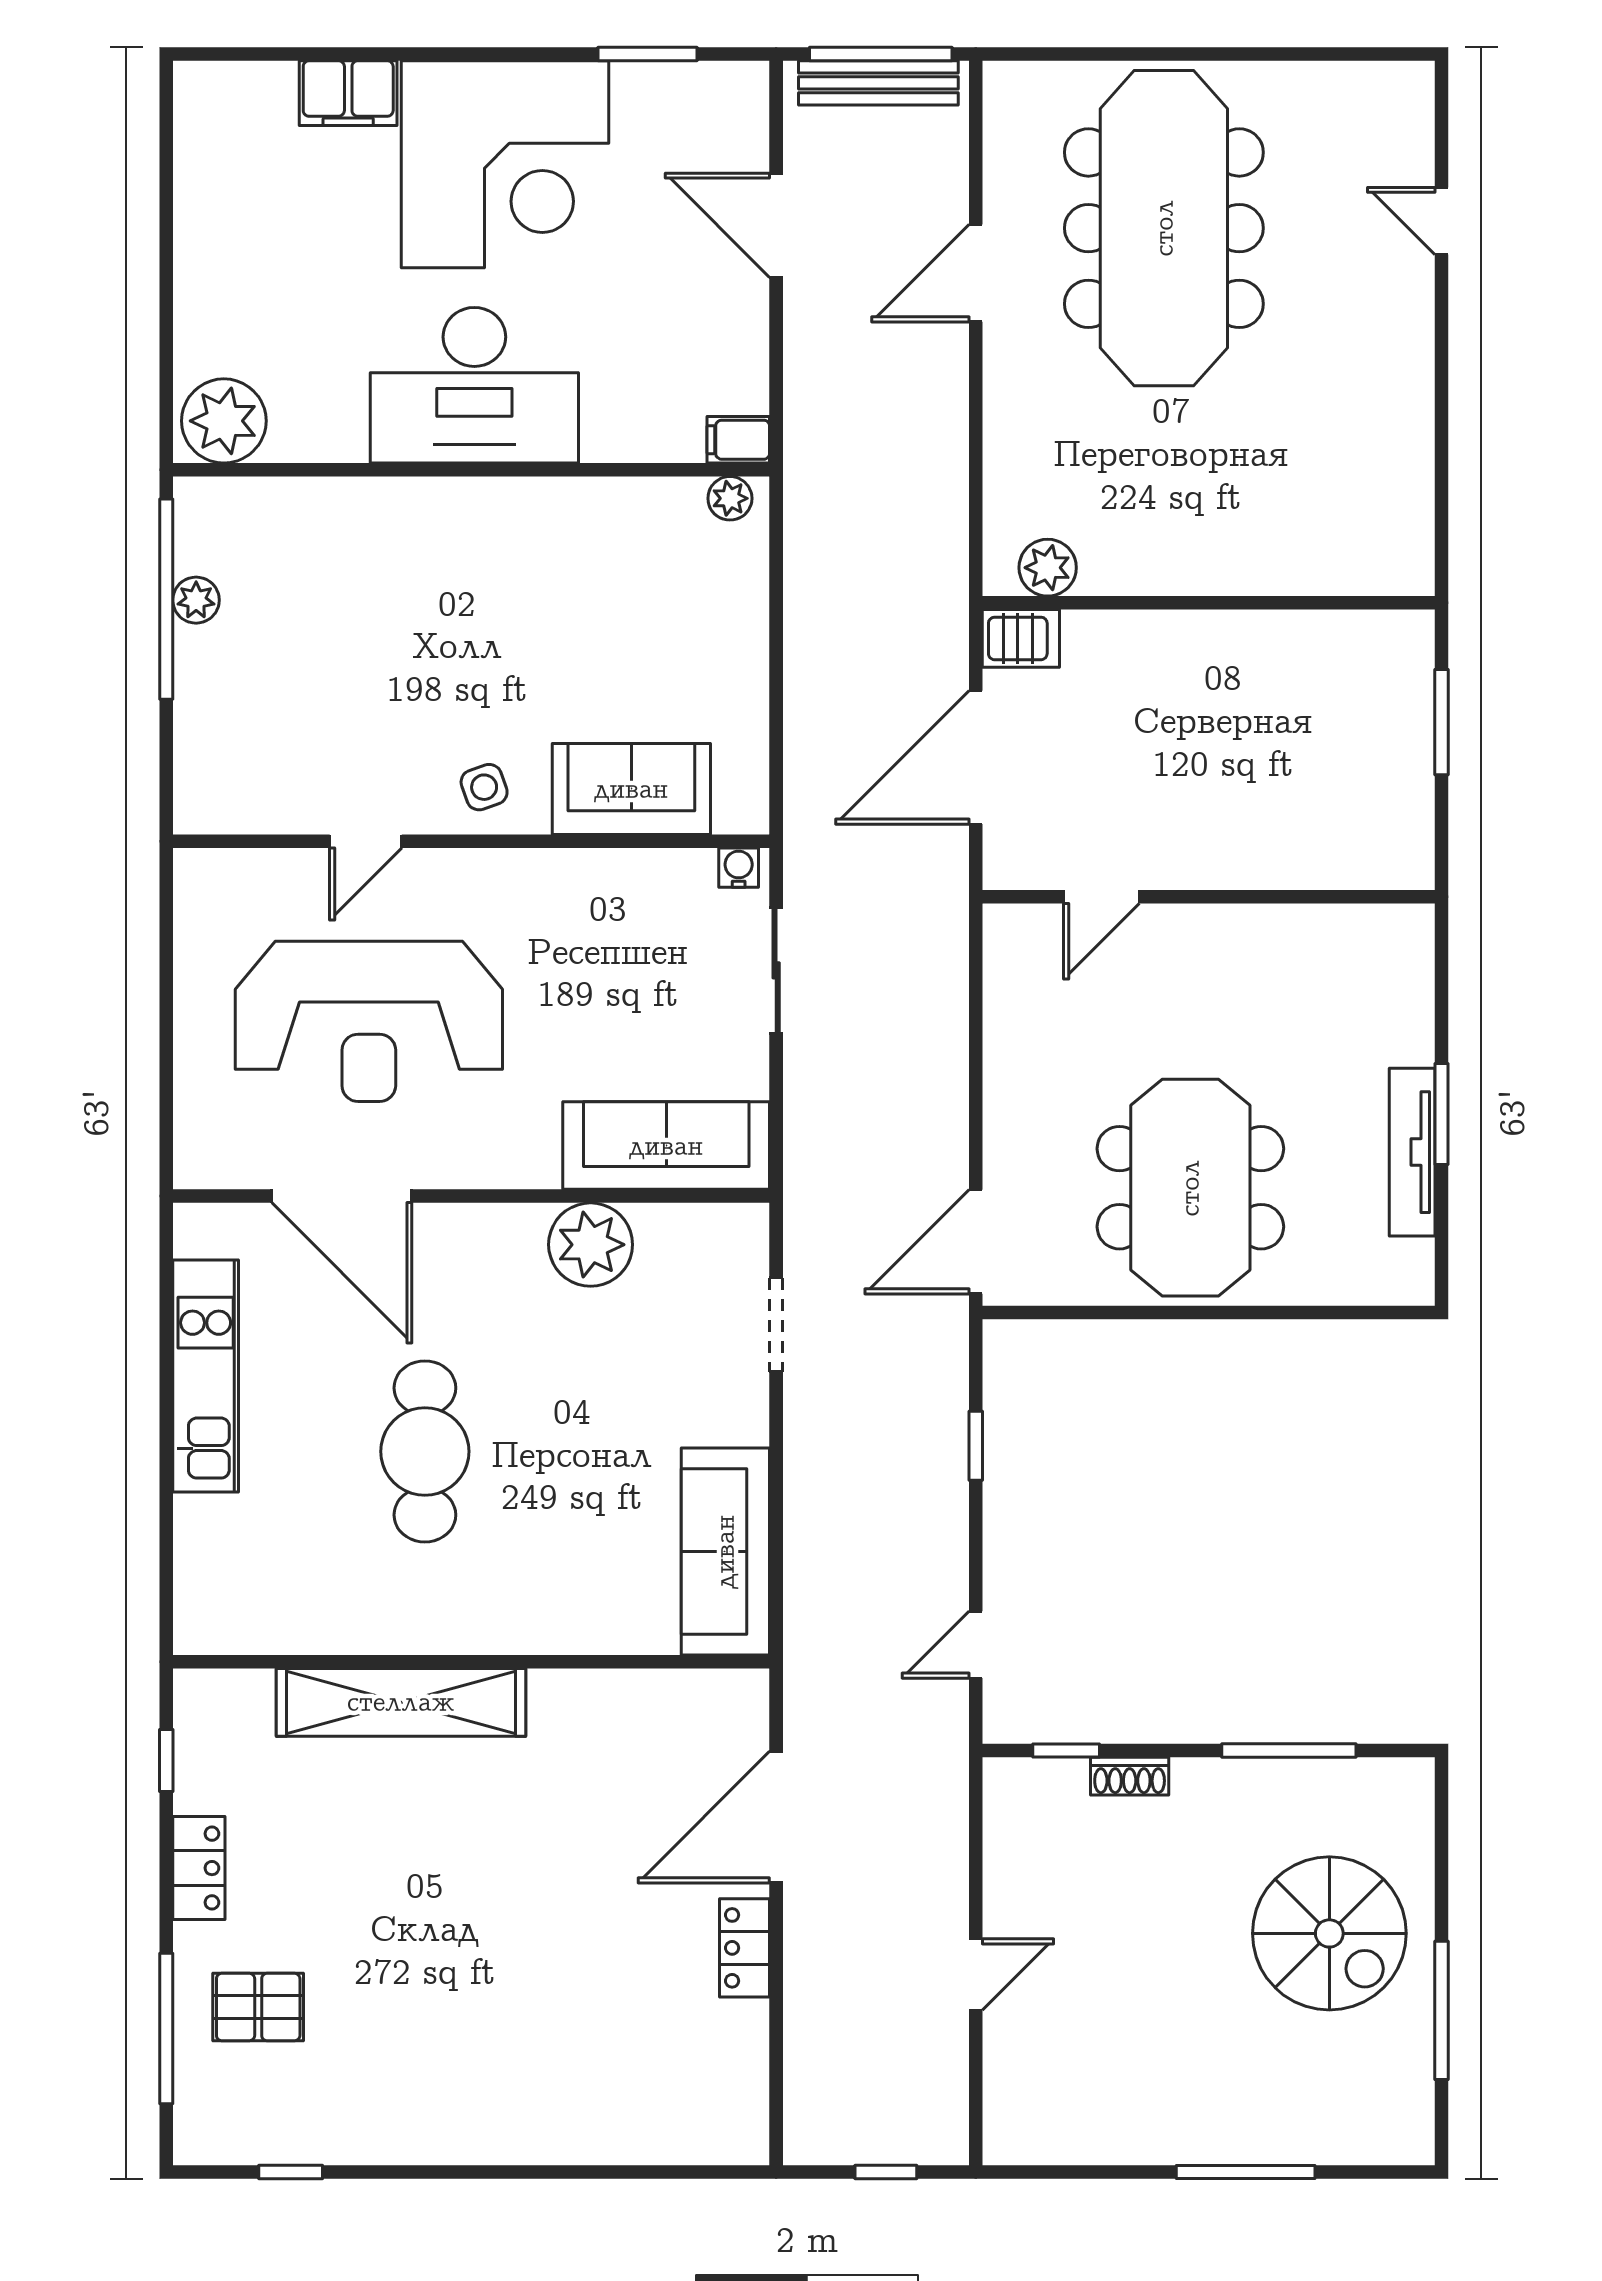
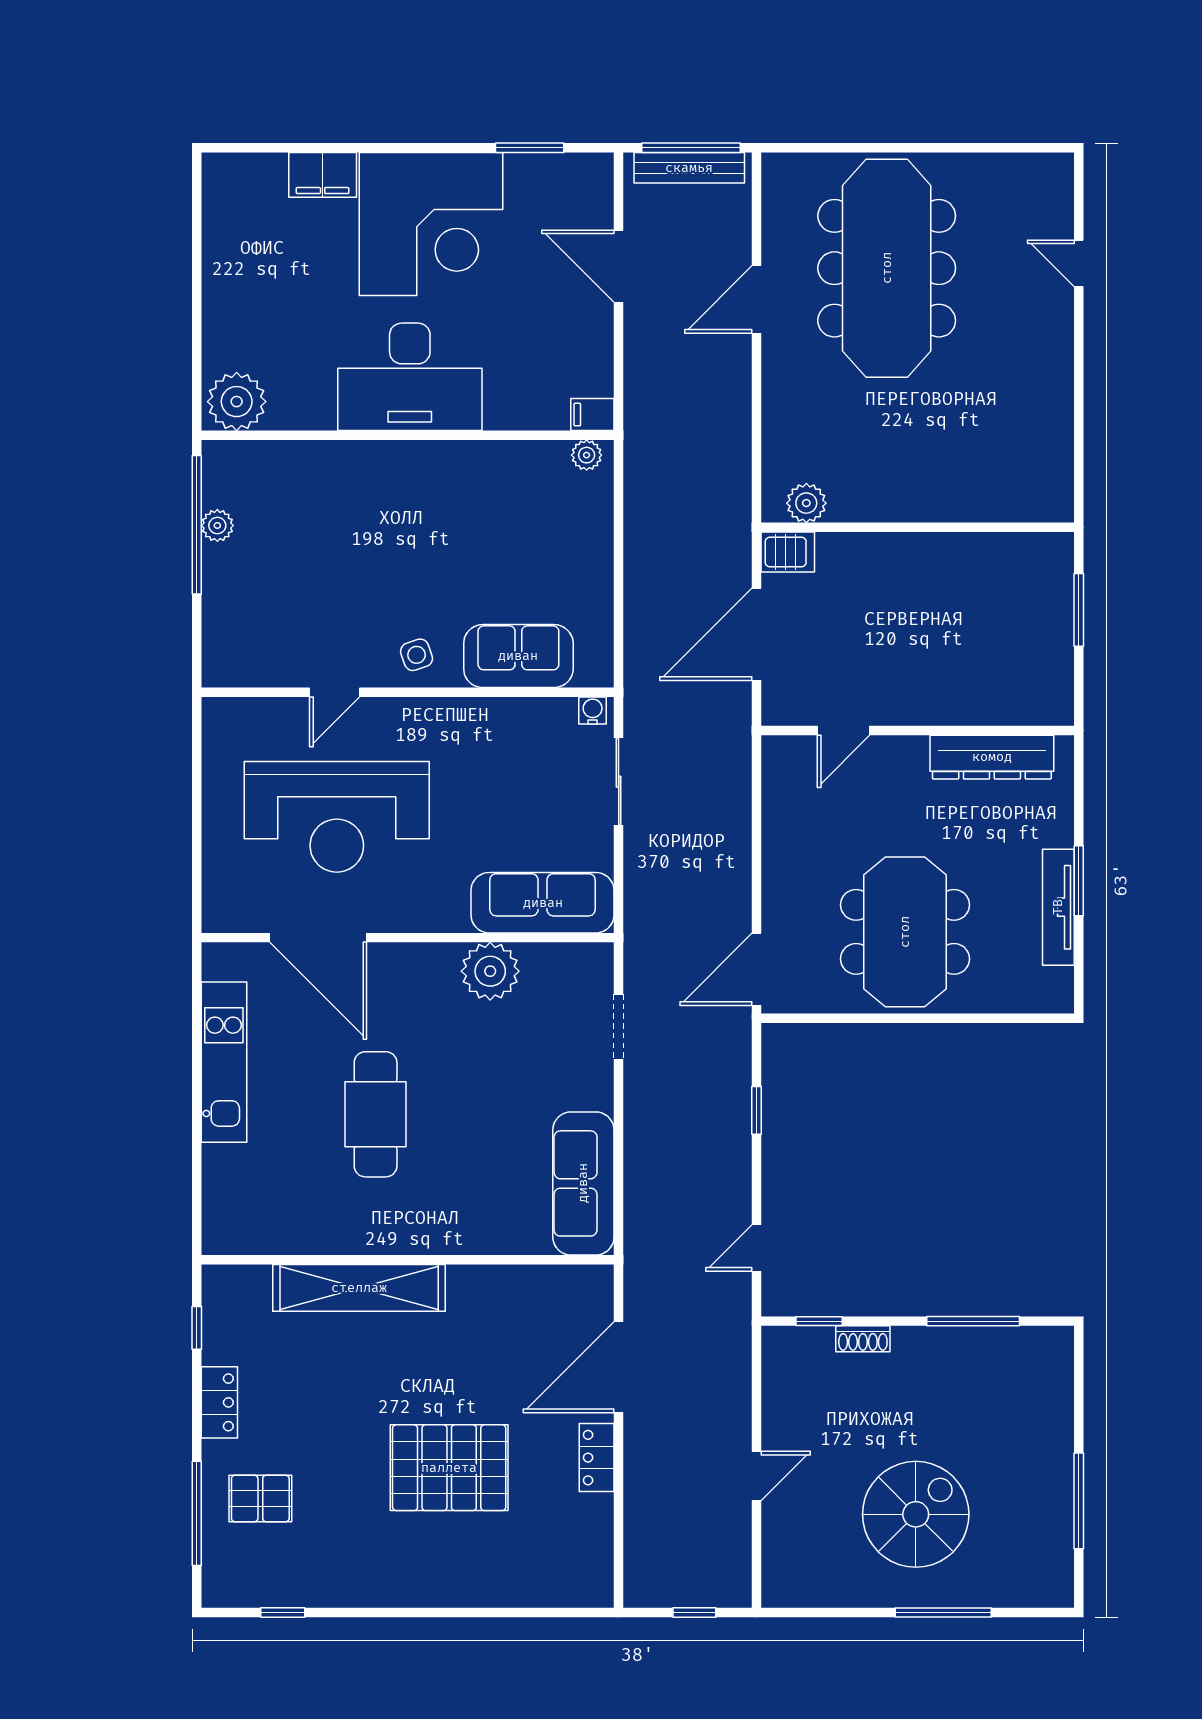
dresser: (1316, 935) -> (992, 757), added
spiral stairs: (1329, 1933) -> (916, 1514), moved, turned -90
pallet: (531, 1962) -> (449, 1468), added

